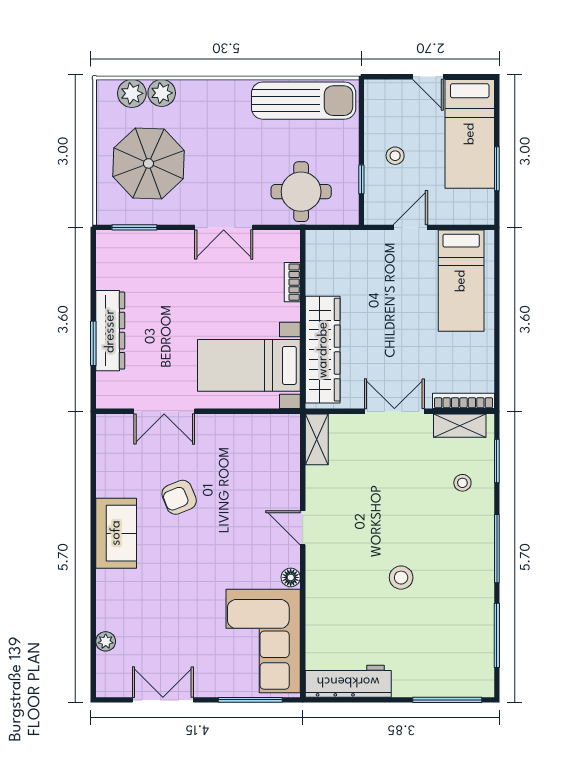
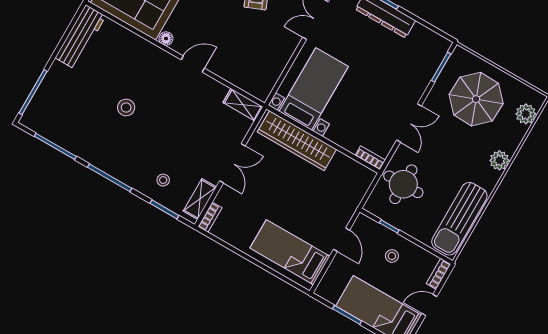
bookcase: (384, 87) -> (438, 274), added
plant: (162, 93) -> (499, 160), moved
double door: (224, 227) -> (409, 123), swing flipped
bookcase: (292, 282) -> (370, 158), moved
bookcase: (464, 401) -> (210, 217), width x0.64

